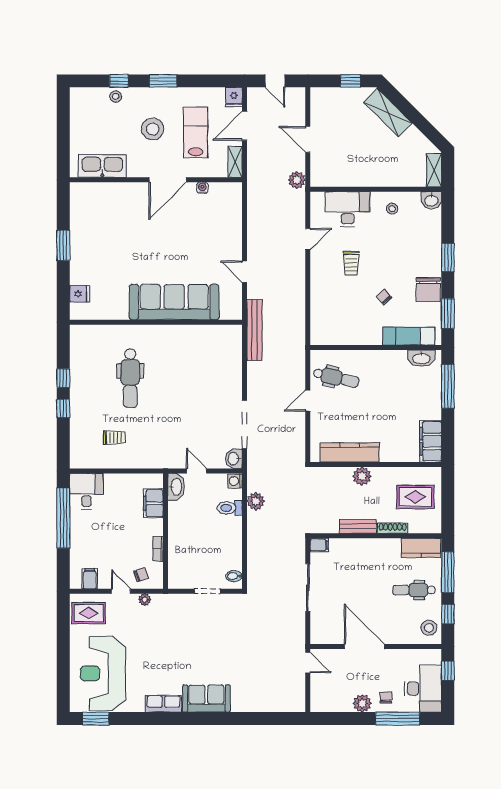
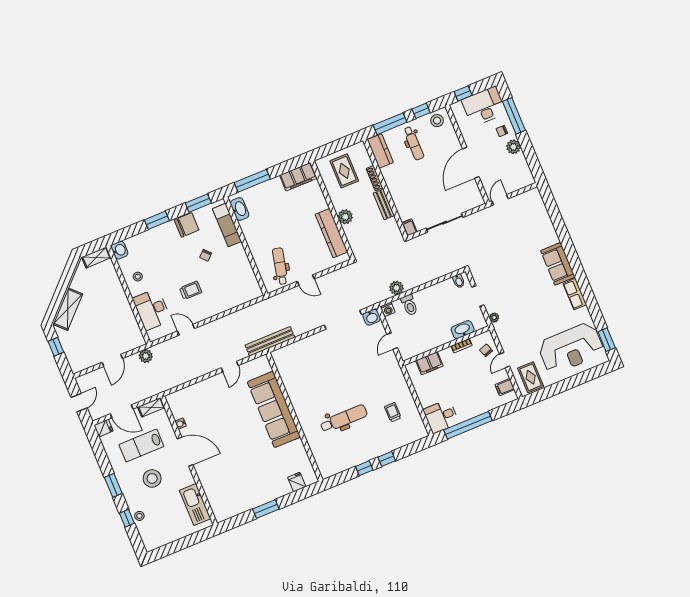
washbasin: (176, 487) -> (463, 330), moved
plant: (145, 600) -> (494, 318), moved

